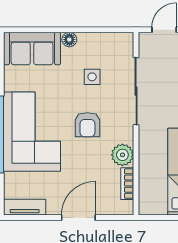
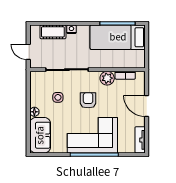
armchair: (87, 125) -> (88, 100), turned -90

